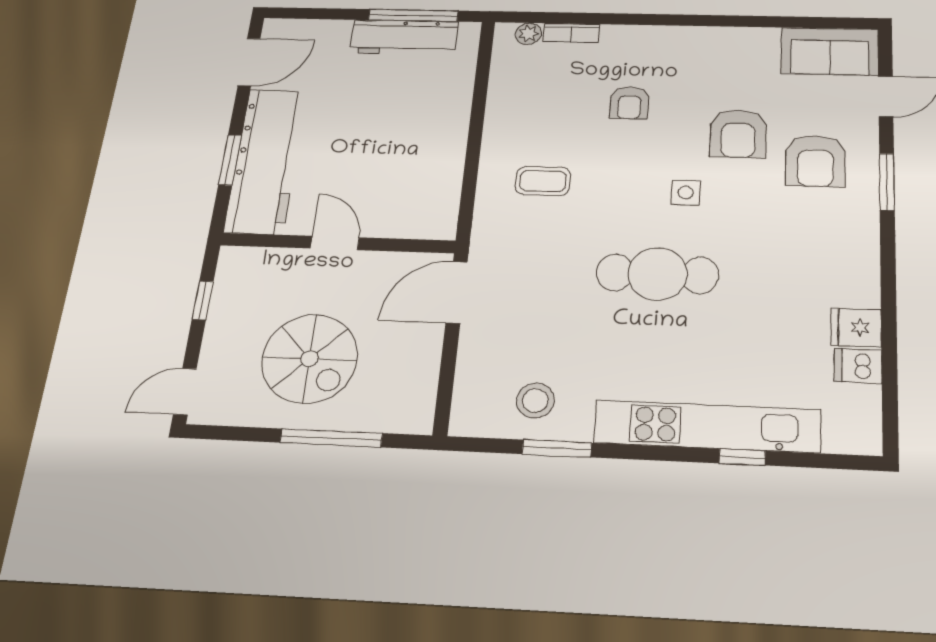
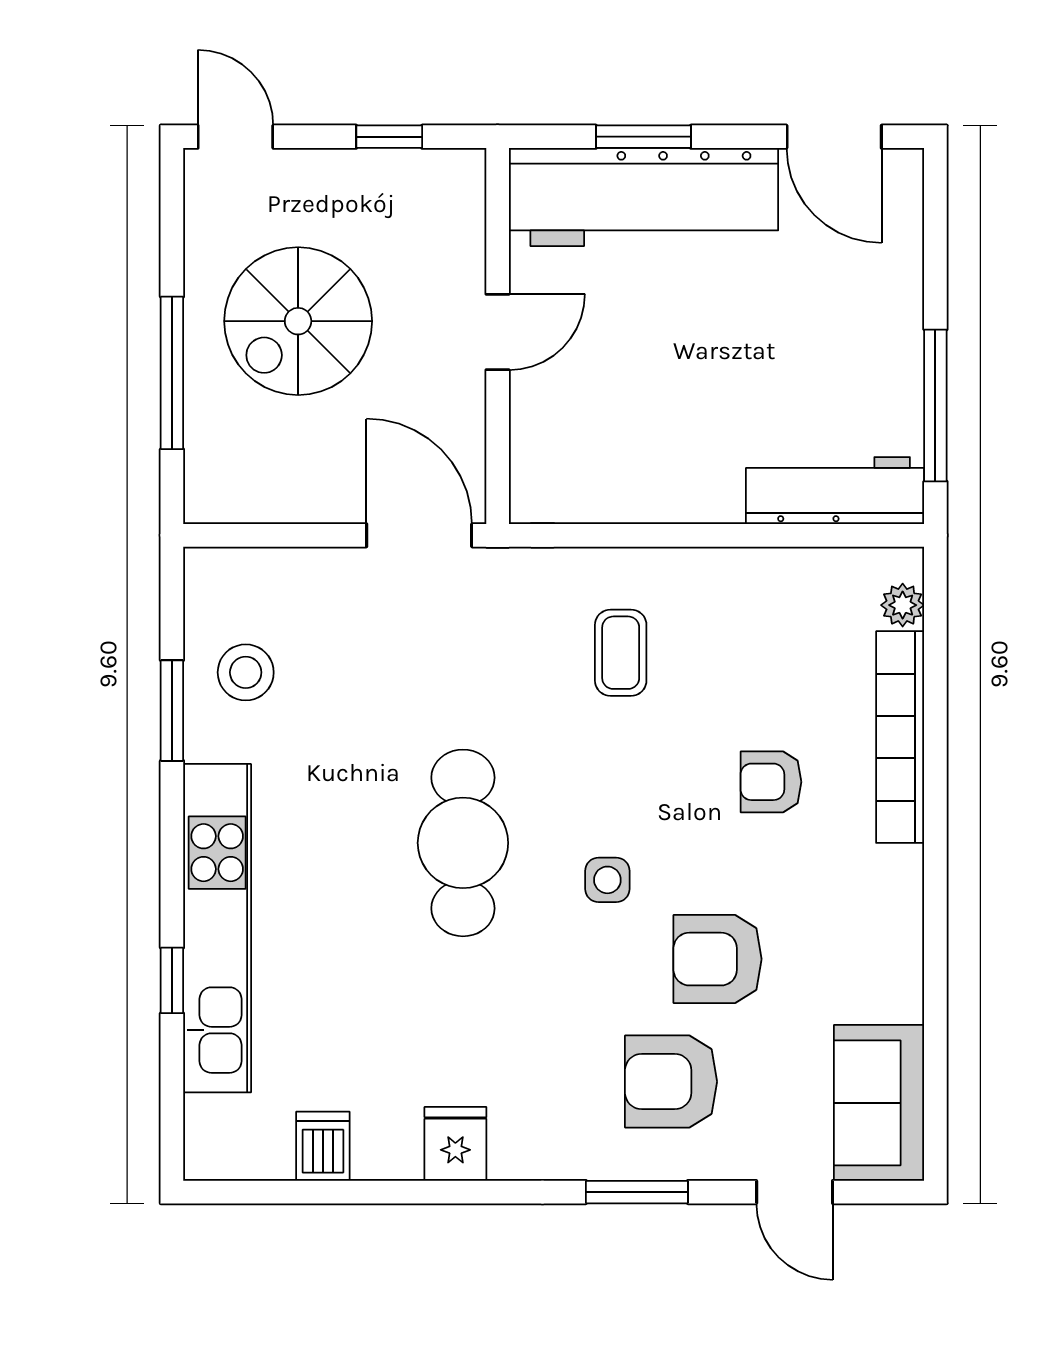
bookcase: (571, 33) -> (900, 737), width x2.31, depth x1.31
workbench: (404, 37) -> (835, 491), moved, turned 90
fridge: (856, 327) -> (455, 1144), moved

